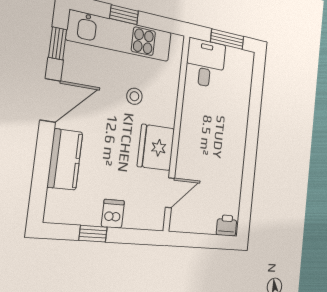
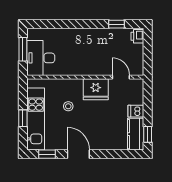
desk: (205, 63) -> (41, 58), width x1.37
kitchen counter: (65, 159) -> (136, 134), moved, turned -90
window: (247, 193) -> (117, 24), added
window: (93, 234) -> (148, 134), moved

